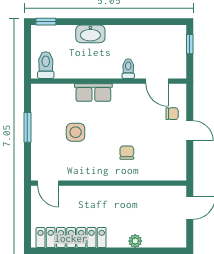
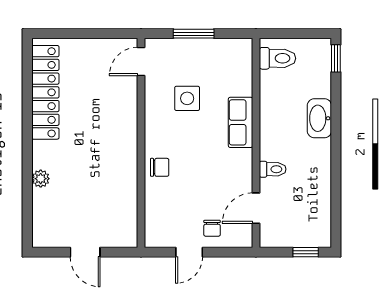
door: (48, 183) -> (141, 61), moved
wall: (109, 183) -> (141, 143), moved

